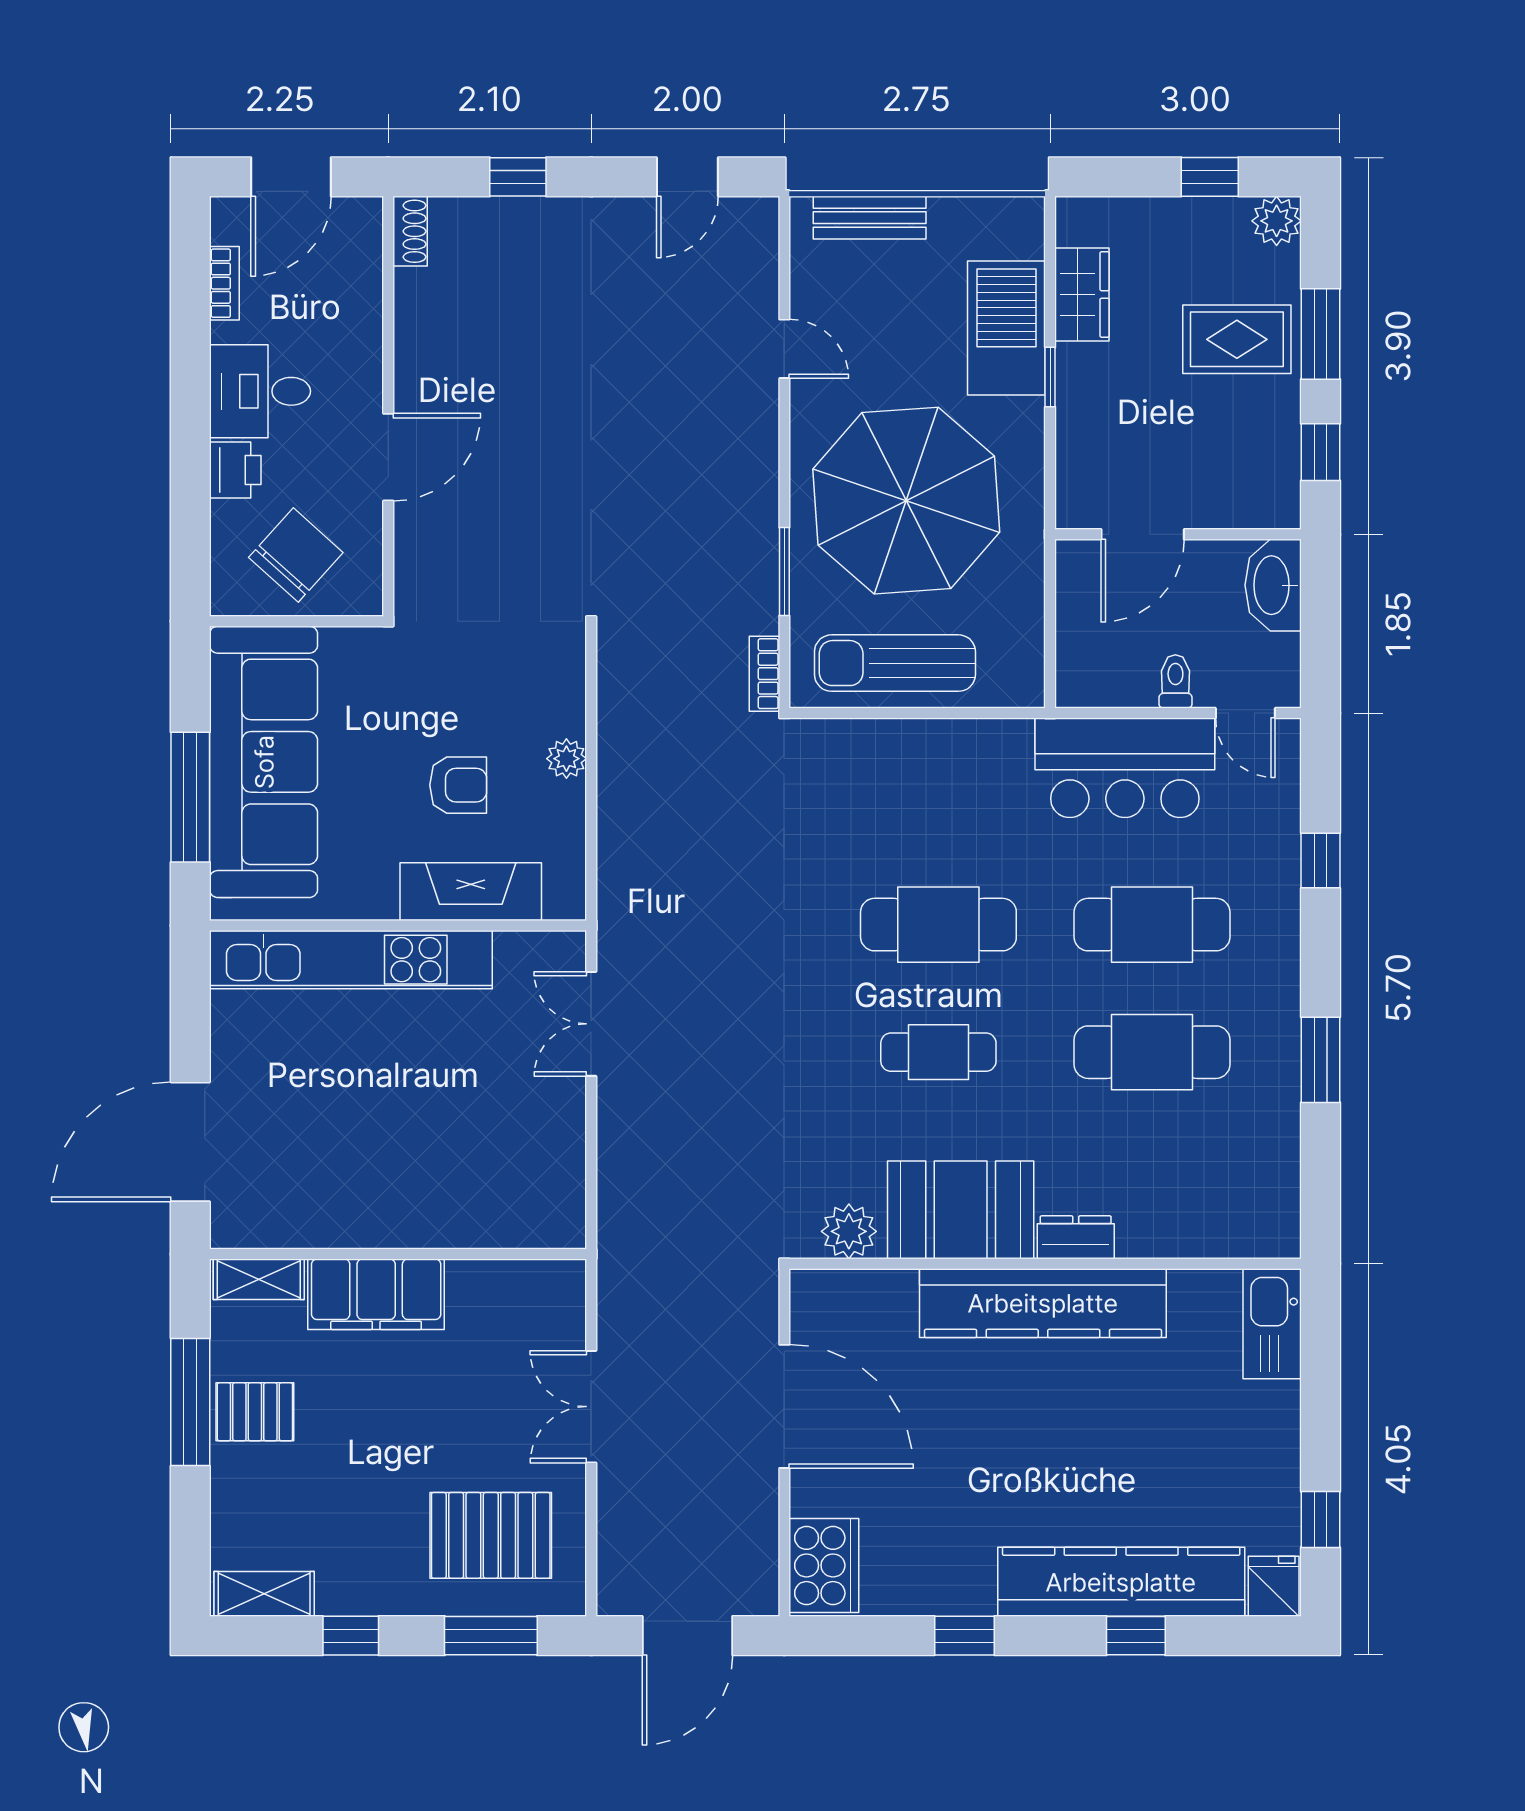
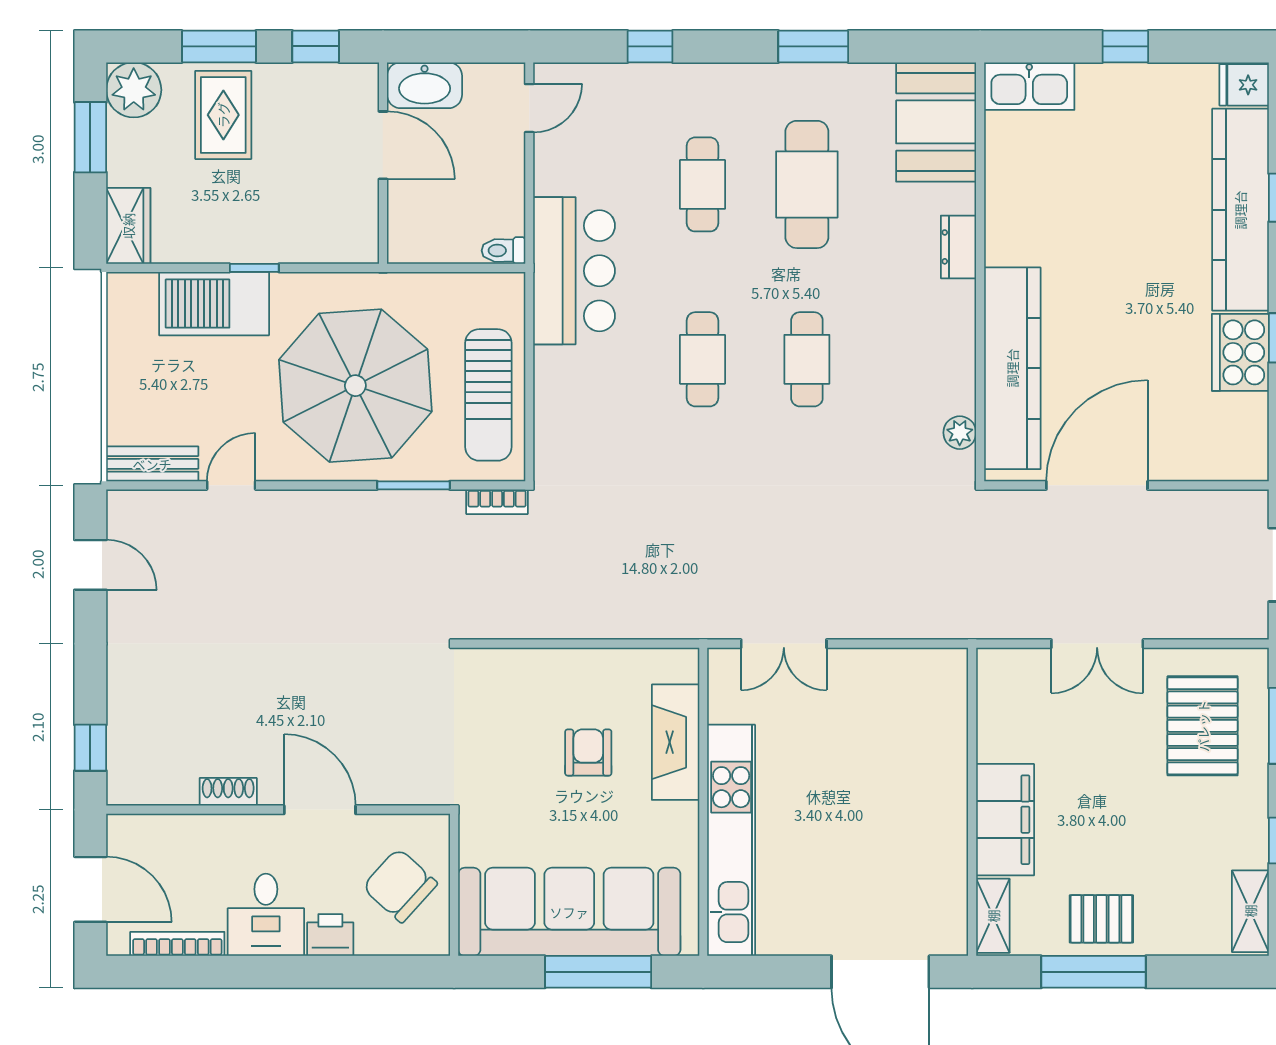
window: (518, 177) -> (90, 748), moved
window: (1210, 177) -> (90, 137), width x1.50
bench: (870, 218) -> (152, 464), moved, turned 90
plant: (1277, 221) -> (134, 90), width x1.36, depth x1.36
shoe rack: (410, 231) -> (228, 792), moved
bookcase: (224, 283) -> (177, 944), width x1.56
wardrobe: (1082, 294) -> (128, 226), moved, turned 90
door: (1143, 534) -> (383, 145), moved
toilet: (1175, 681) -> (503, 251), moved
plant: (566, 759) -> (567, 664), removed
bar counter: (1125, 768) -> (574, 271), moved
cafe table: (938, 925) -> (702, 359), width x0.73, depth x0.74
cafe table: (1152, 925) -> (702, 184), width x0.73, depth x0.74
booth: (961, 1210) -> (936, 122), moved
plant: (849, 1231) -> (960, 433), width x0.73, depth x0.73
kitchen counter: (1043, 1303) -> (1012, 368), moved
pallet: (255, 1412) -> (1101, 919), turned 90
window: (1321, 1520) -> (1125, 46), moved
cooker: (824, 1565) -> (1240, 352), moved, turned -90

